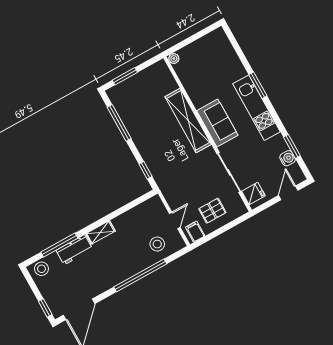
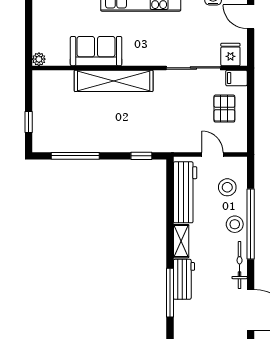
window: (125, 76) -> (29, 122), width x0.67
sofa: (217, 123) -> (96, 51), moved
workbench: (137, 216) -> (185, 192), added
filing cabinet: (195, 232) -> (236, 78), moved
stool: (41, 269) -> (235, 224), moved
bicycle: (107, 284) -> (240, 265), added

